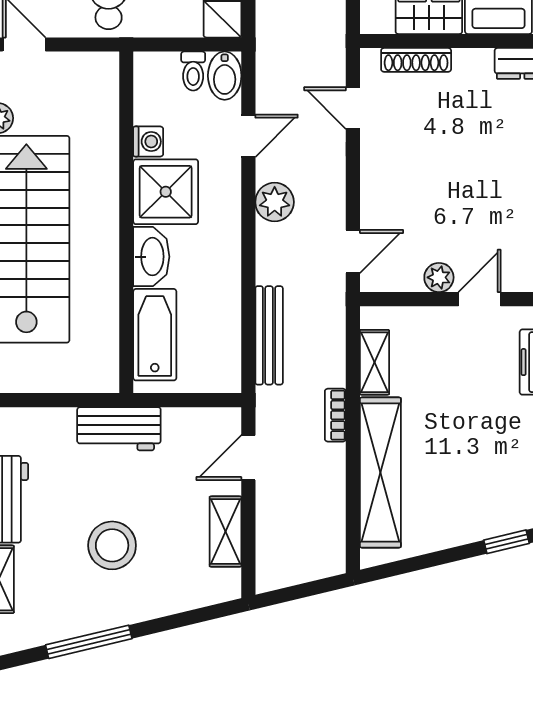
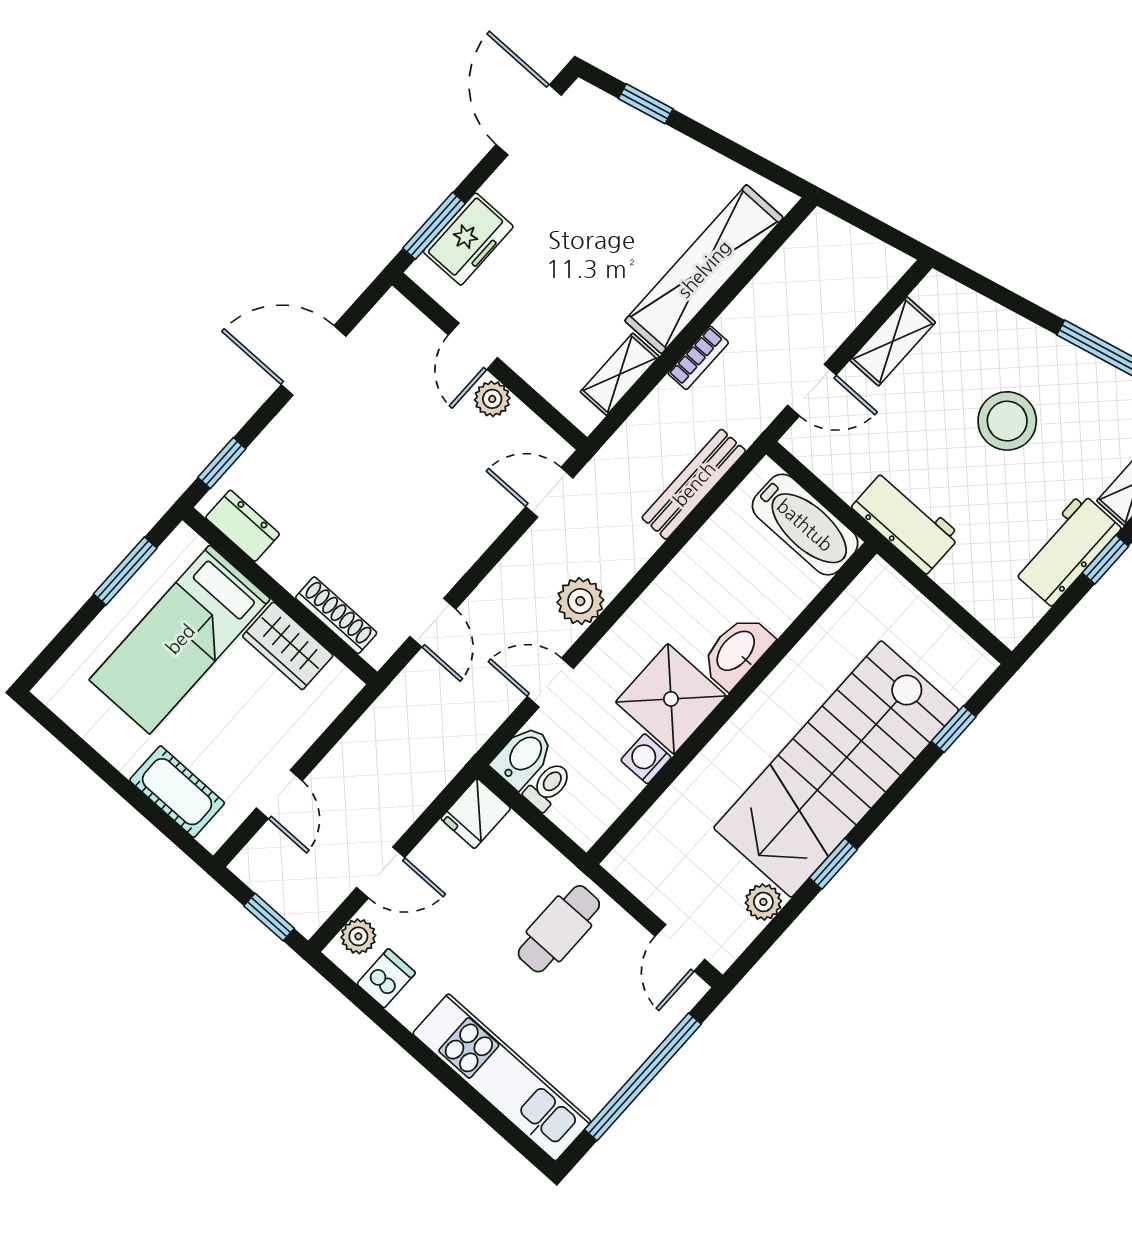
door: (479, 299) -> (473, 346), hinge flipped
bathtub: (155, 335) -> (805, 525), moved, turned -90

